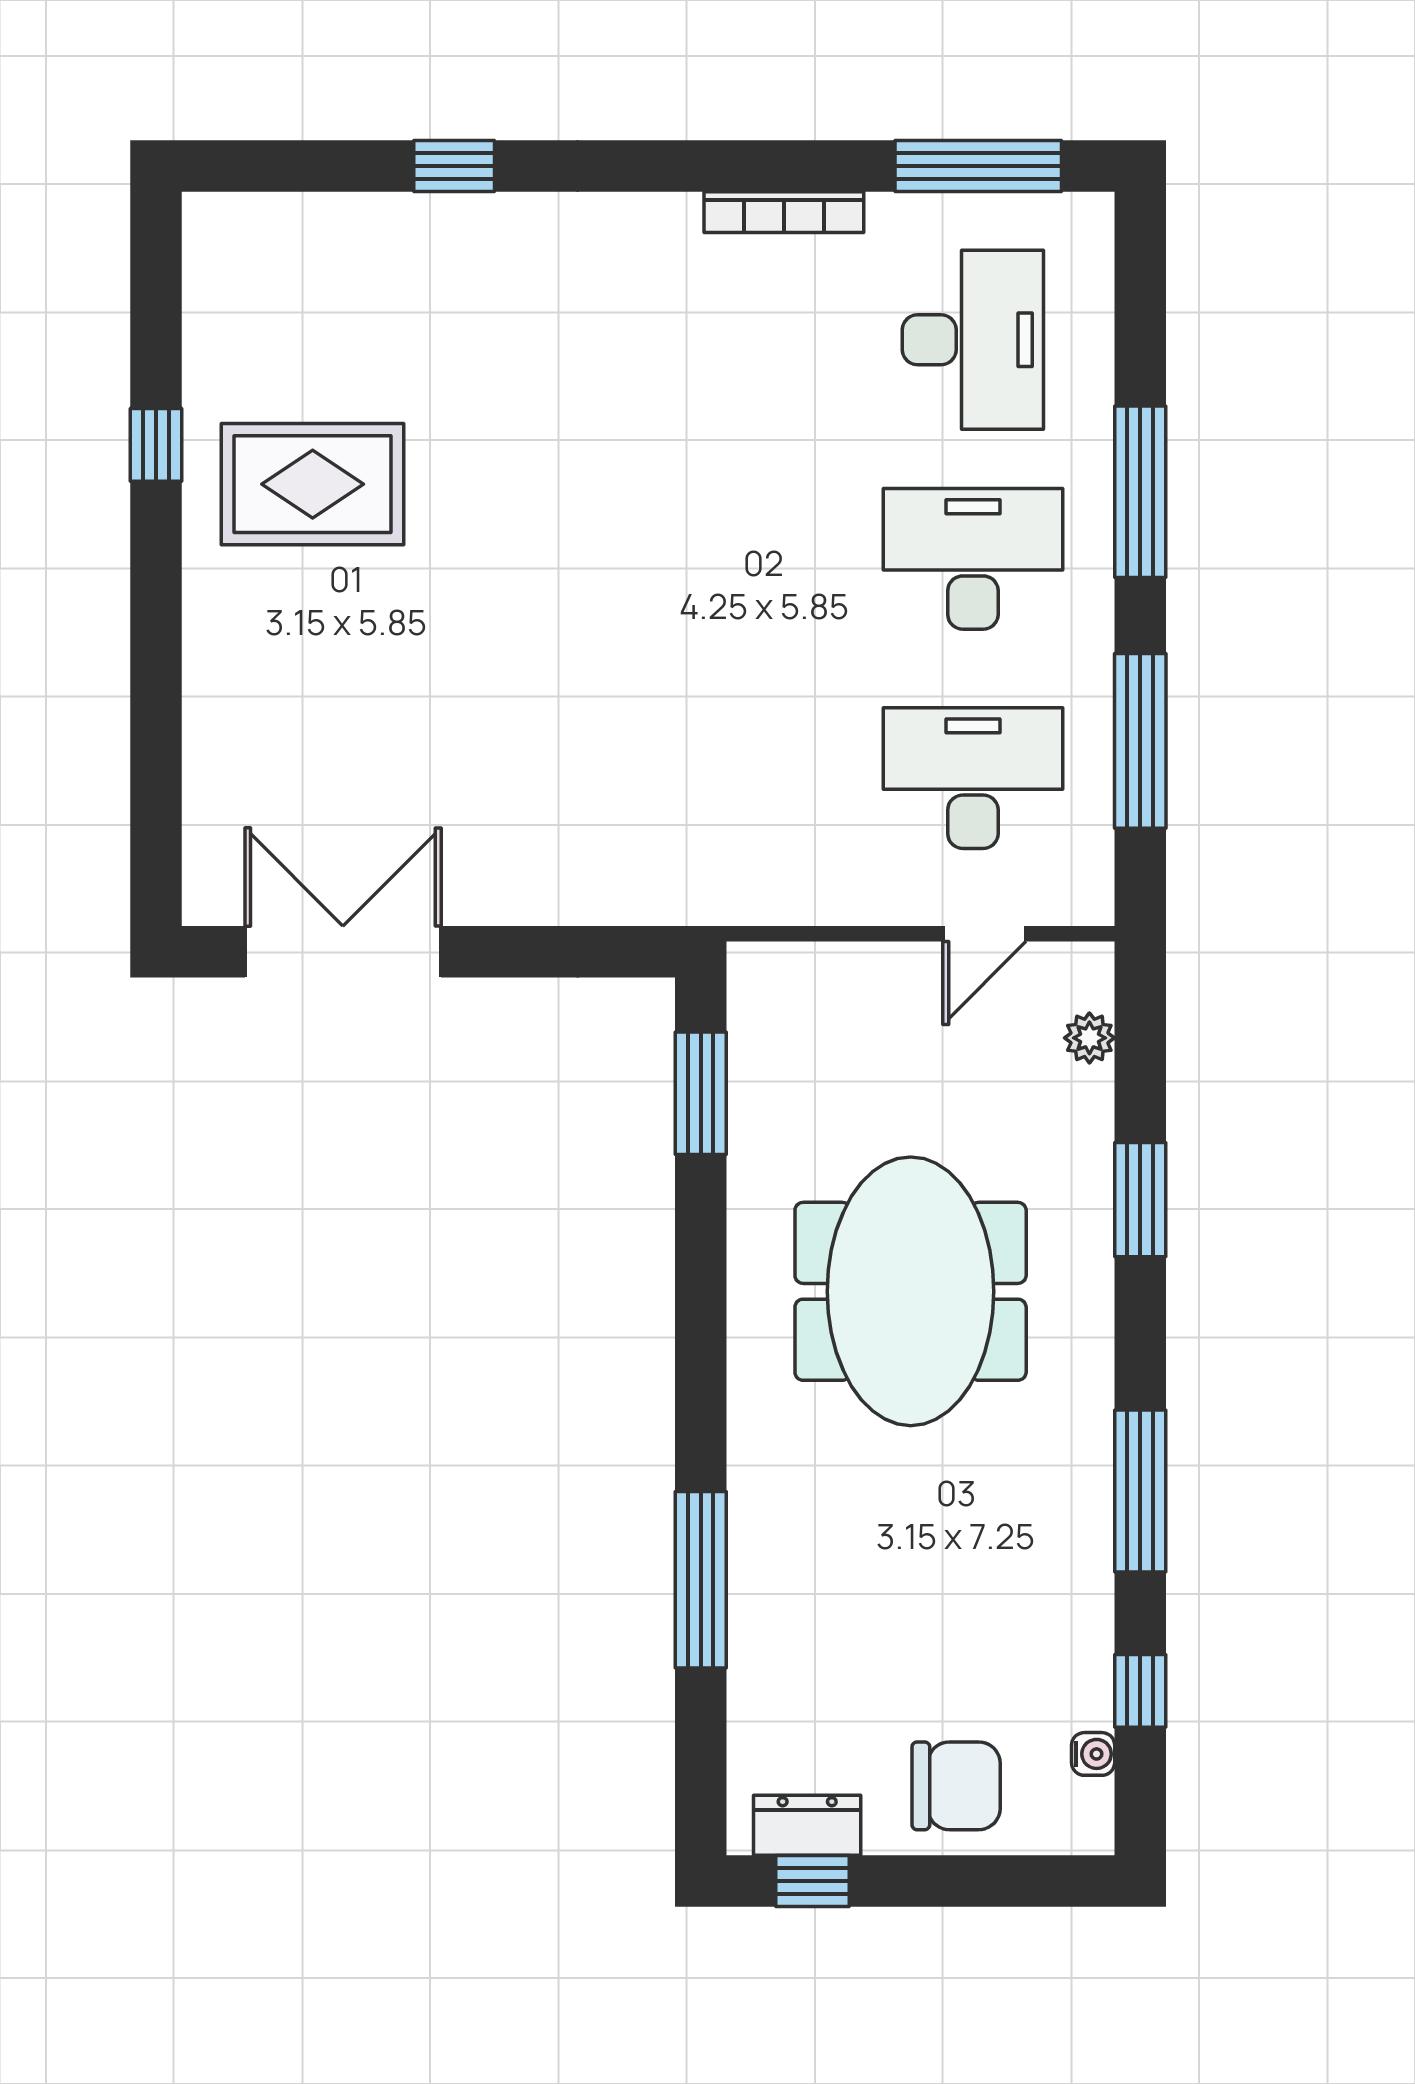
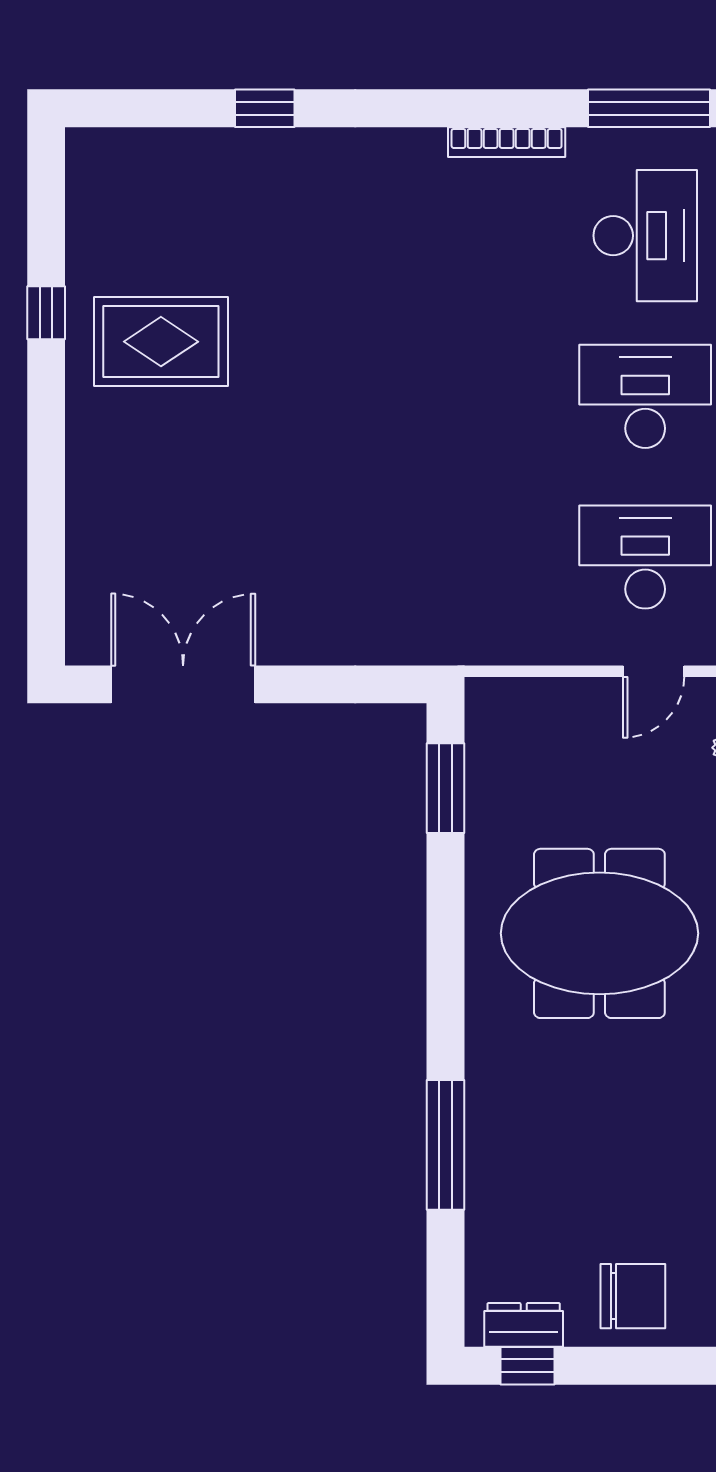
meeting table: (911, 1291) -> (599, 933), turned 90

